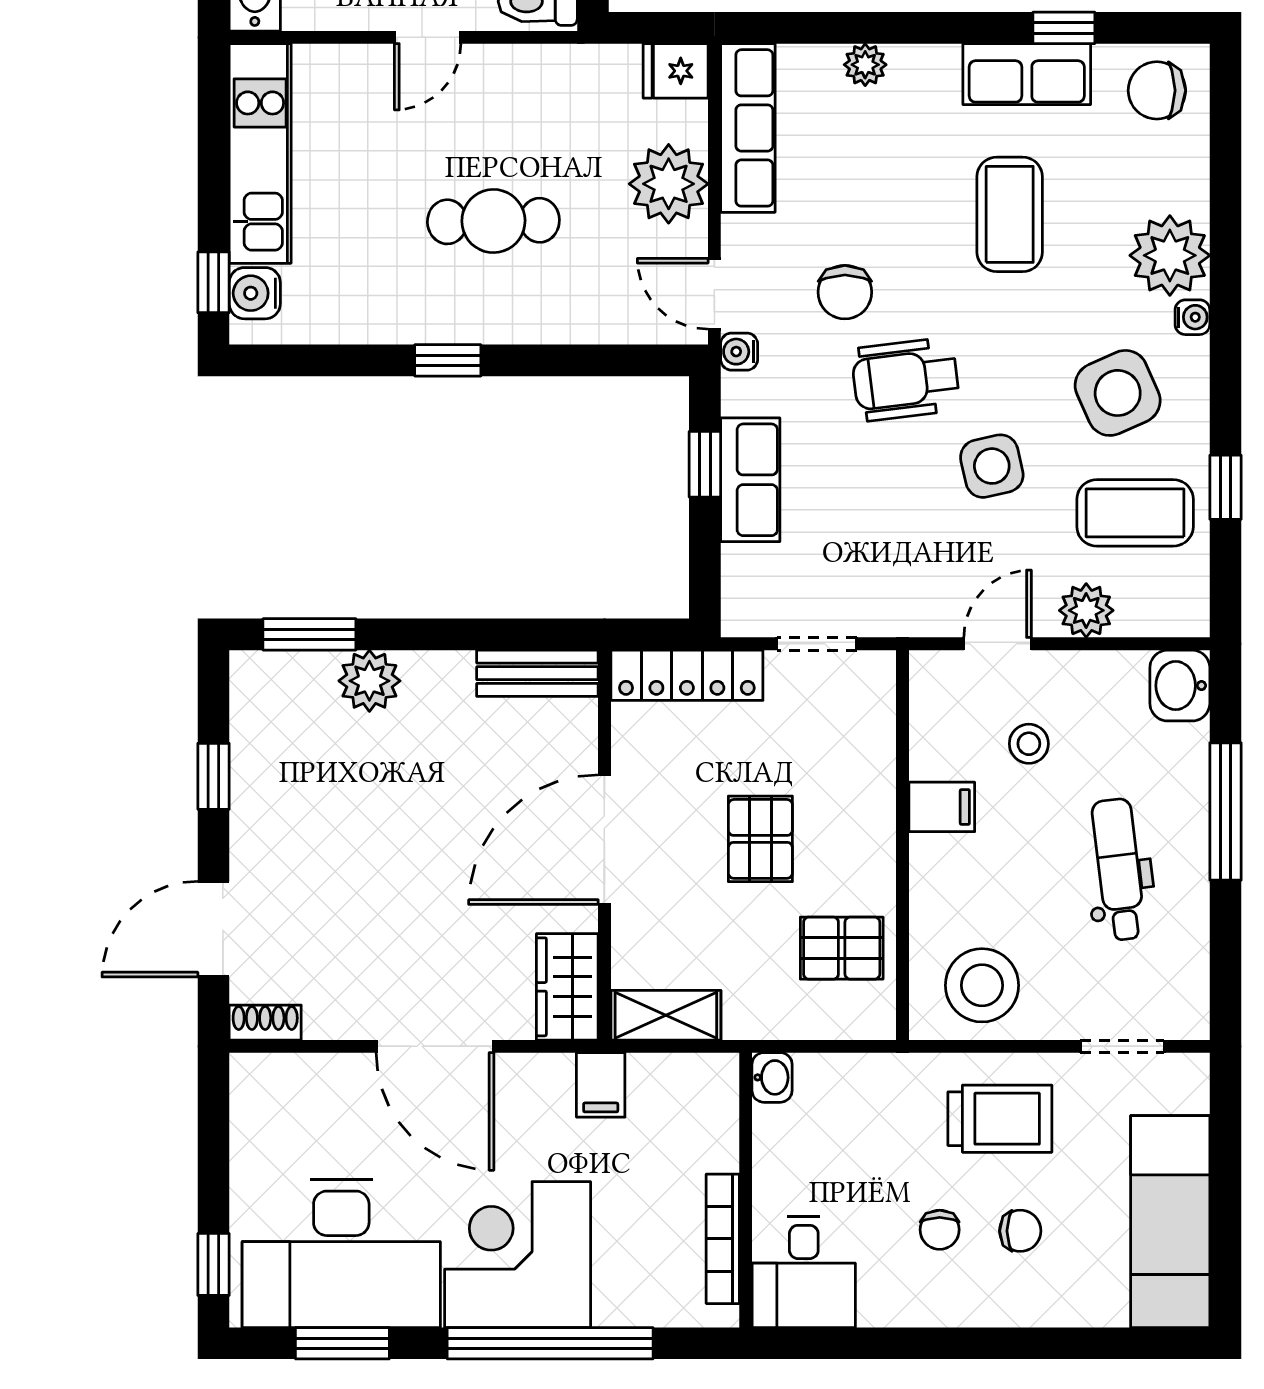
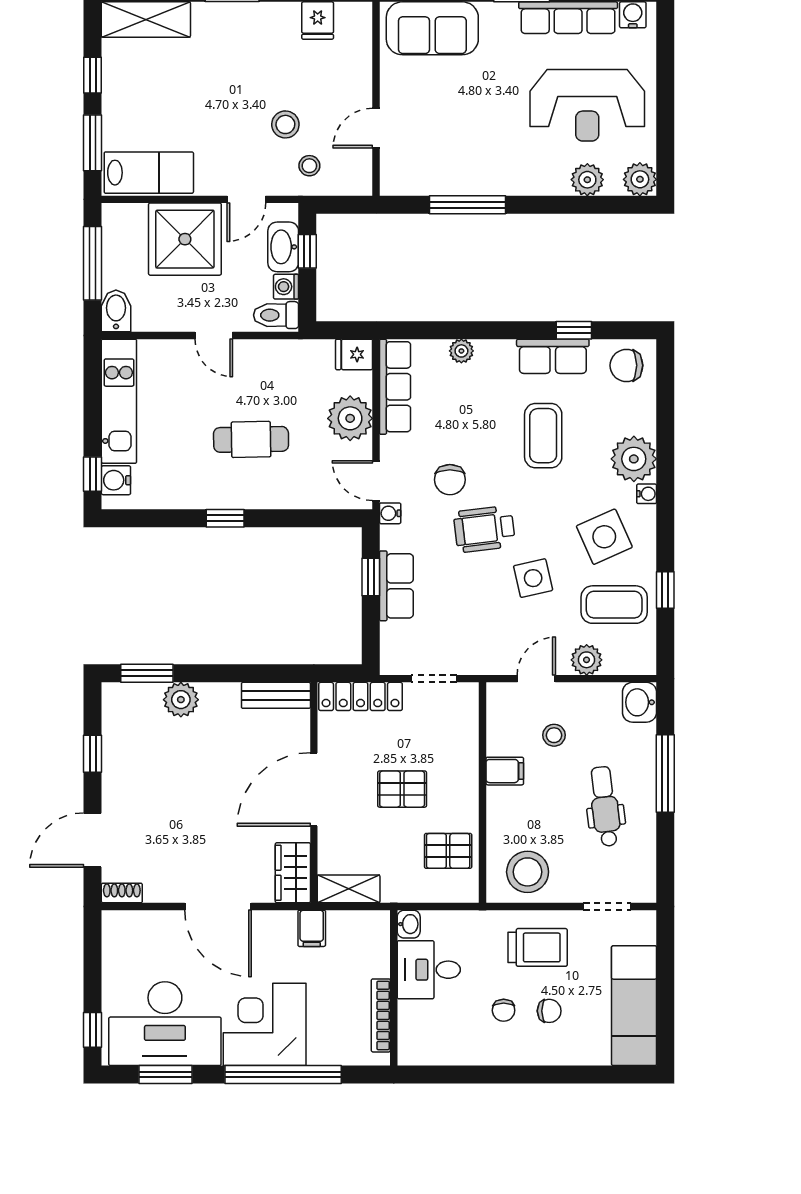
door: (428, 37) -> (214, 335), hinge flipped
pallet: (760, 839) -> (402, 789), turned 90
desk: (804, 1272) -> (429, 970), moved, turned 90

